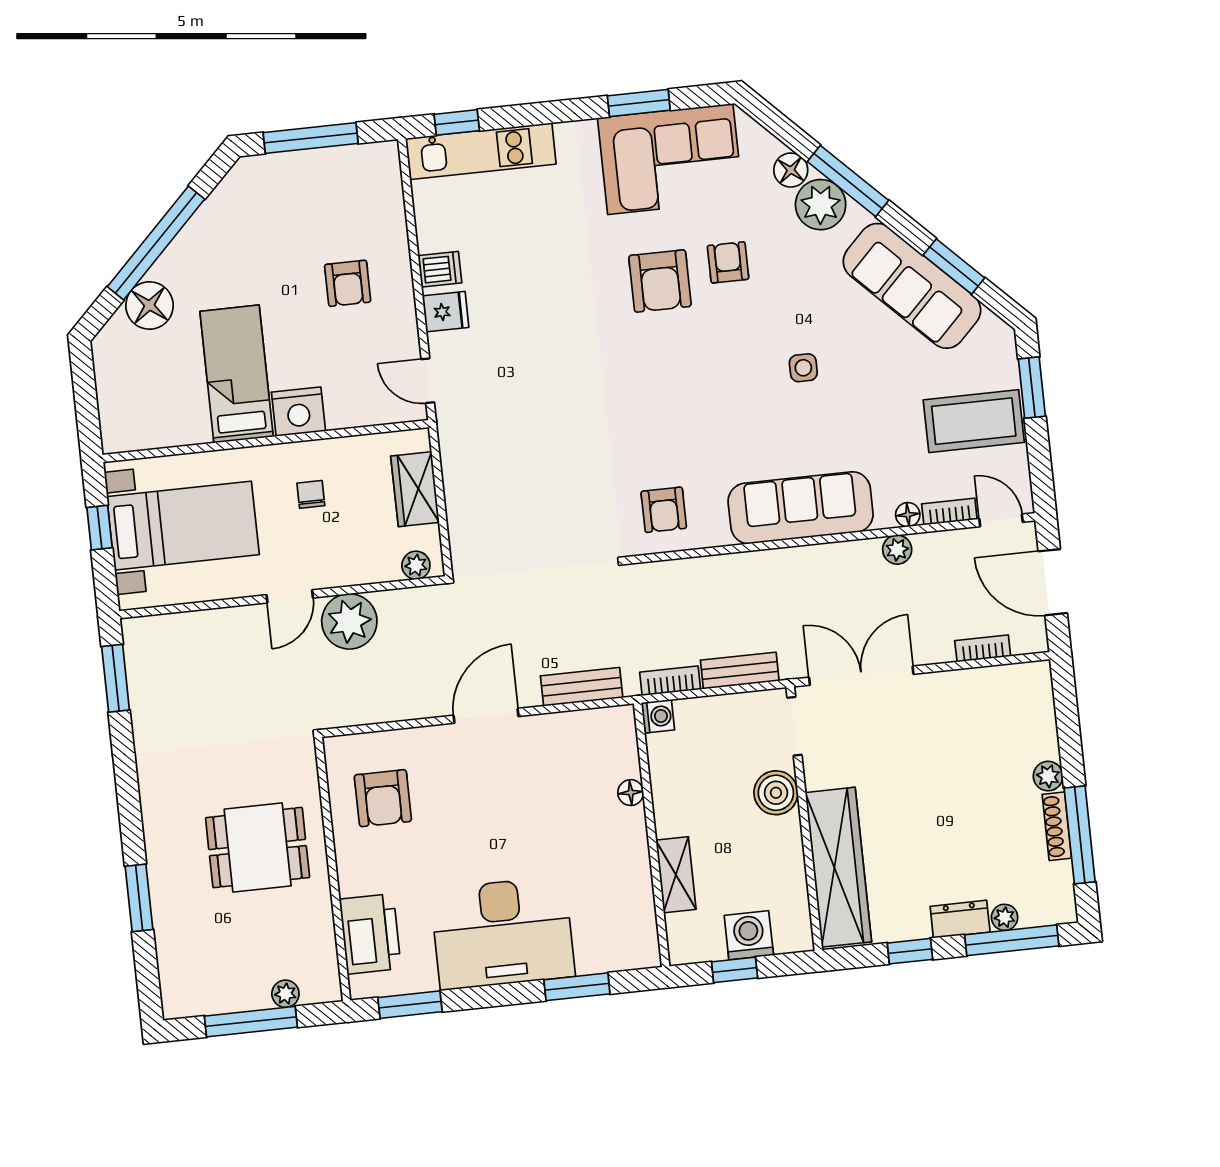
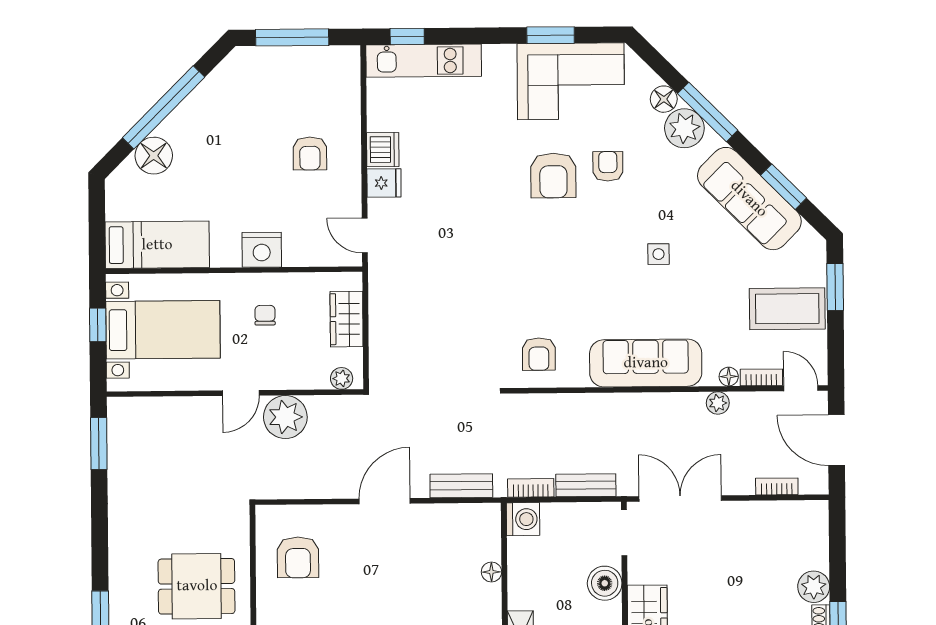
dishwasher: (440, 269) -> (383, 150), width x1.38
bed: (237, 374) -> (157, 245), moved, turned 90
washing machine: (658, 716) -> (523, 519), width x1.38, depth x1.38
plant: (1048, 776) -> (814, 587), width x1.38, depth x1.38

